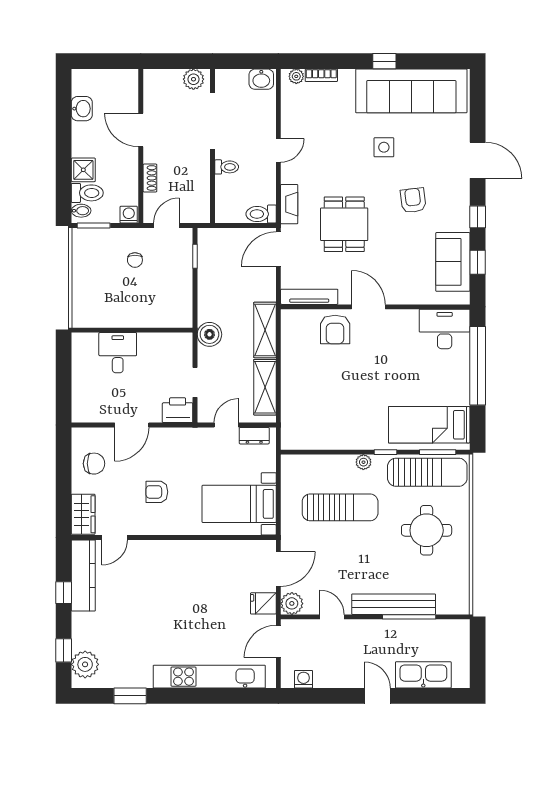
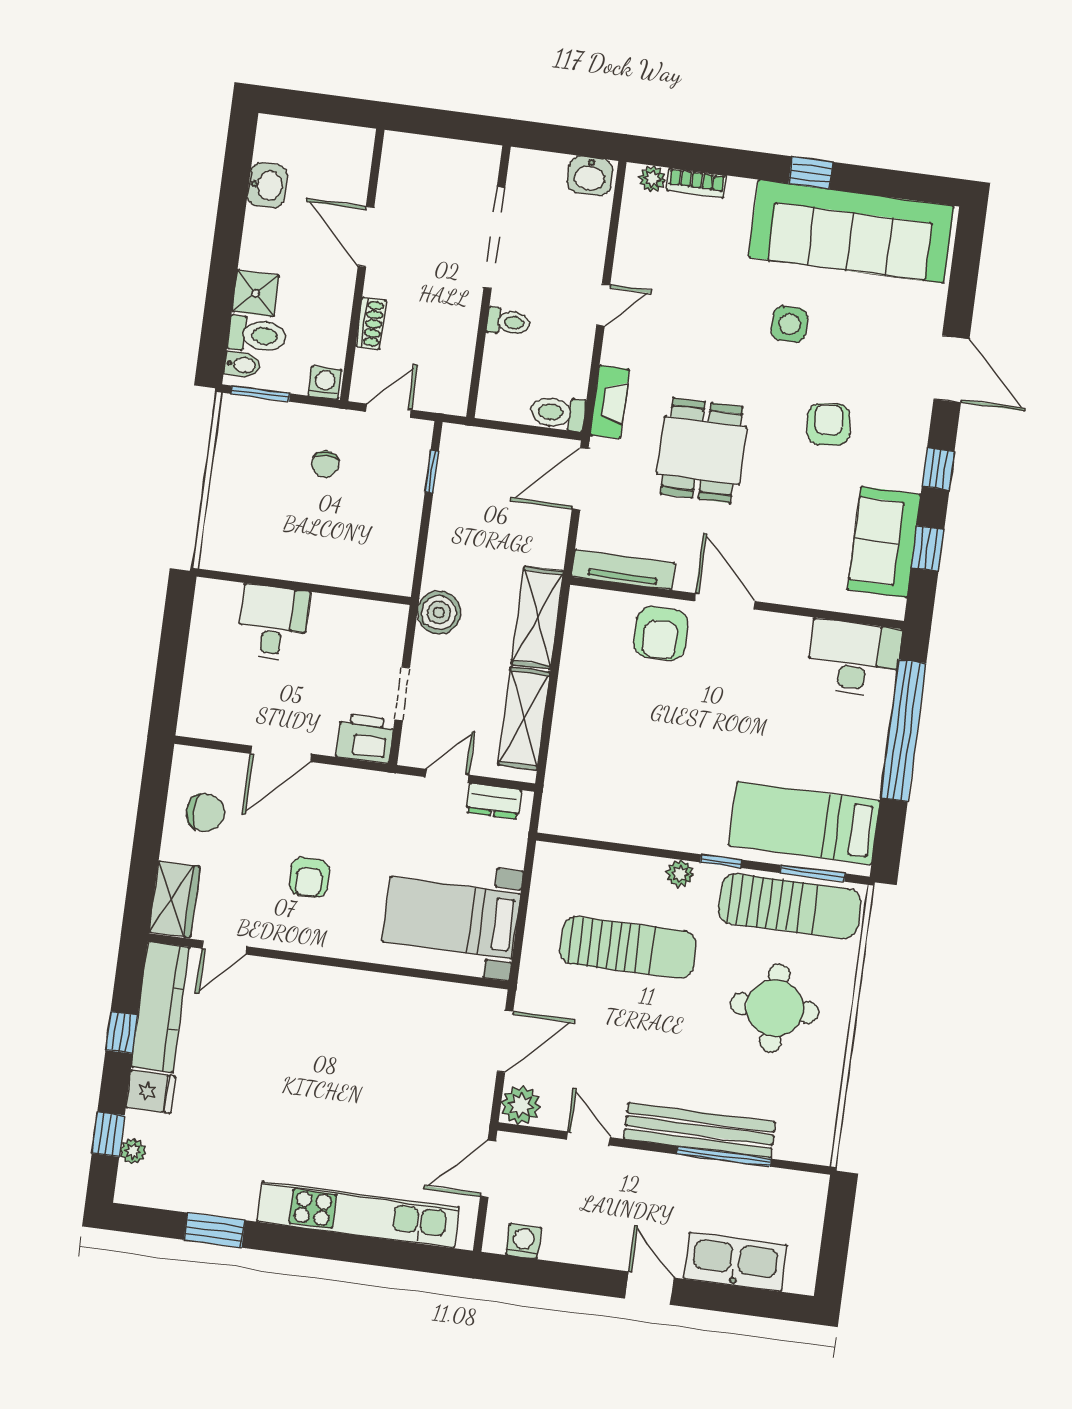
plant: (193, 79) -> (471, 160), removed
armchair: (157, 492) -> (309, 877), turned -90
fridge: (263, 603) -> (151, 1092), moved, turned 180
plant: (85, 664) -> (133, 1151), width x0.53, depth x0.53

